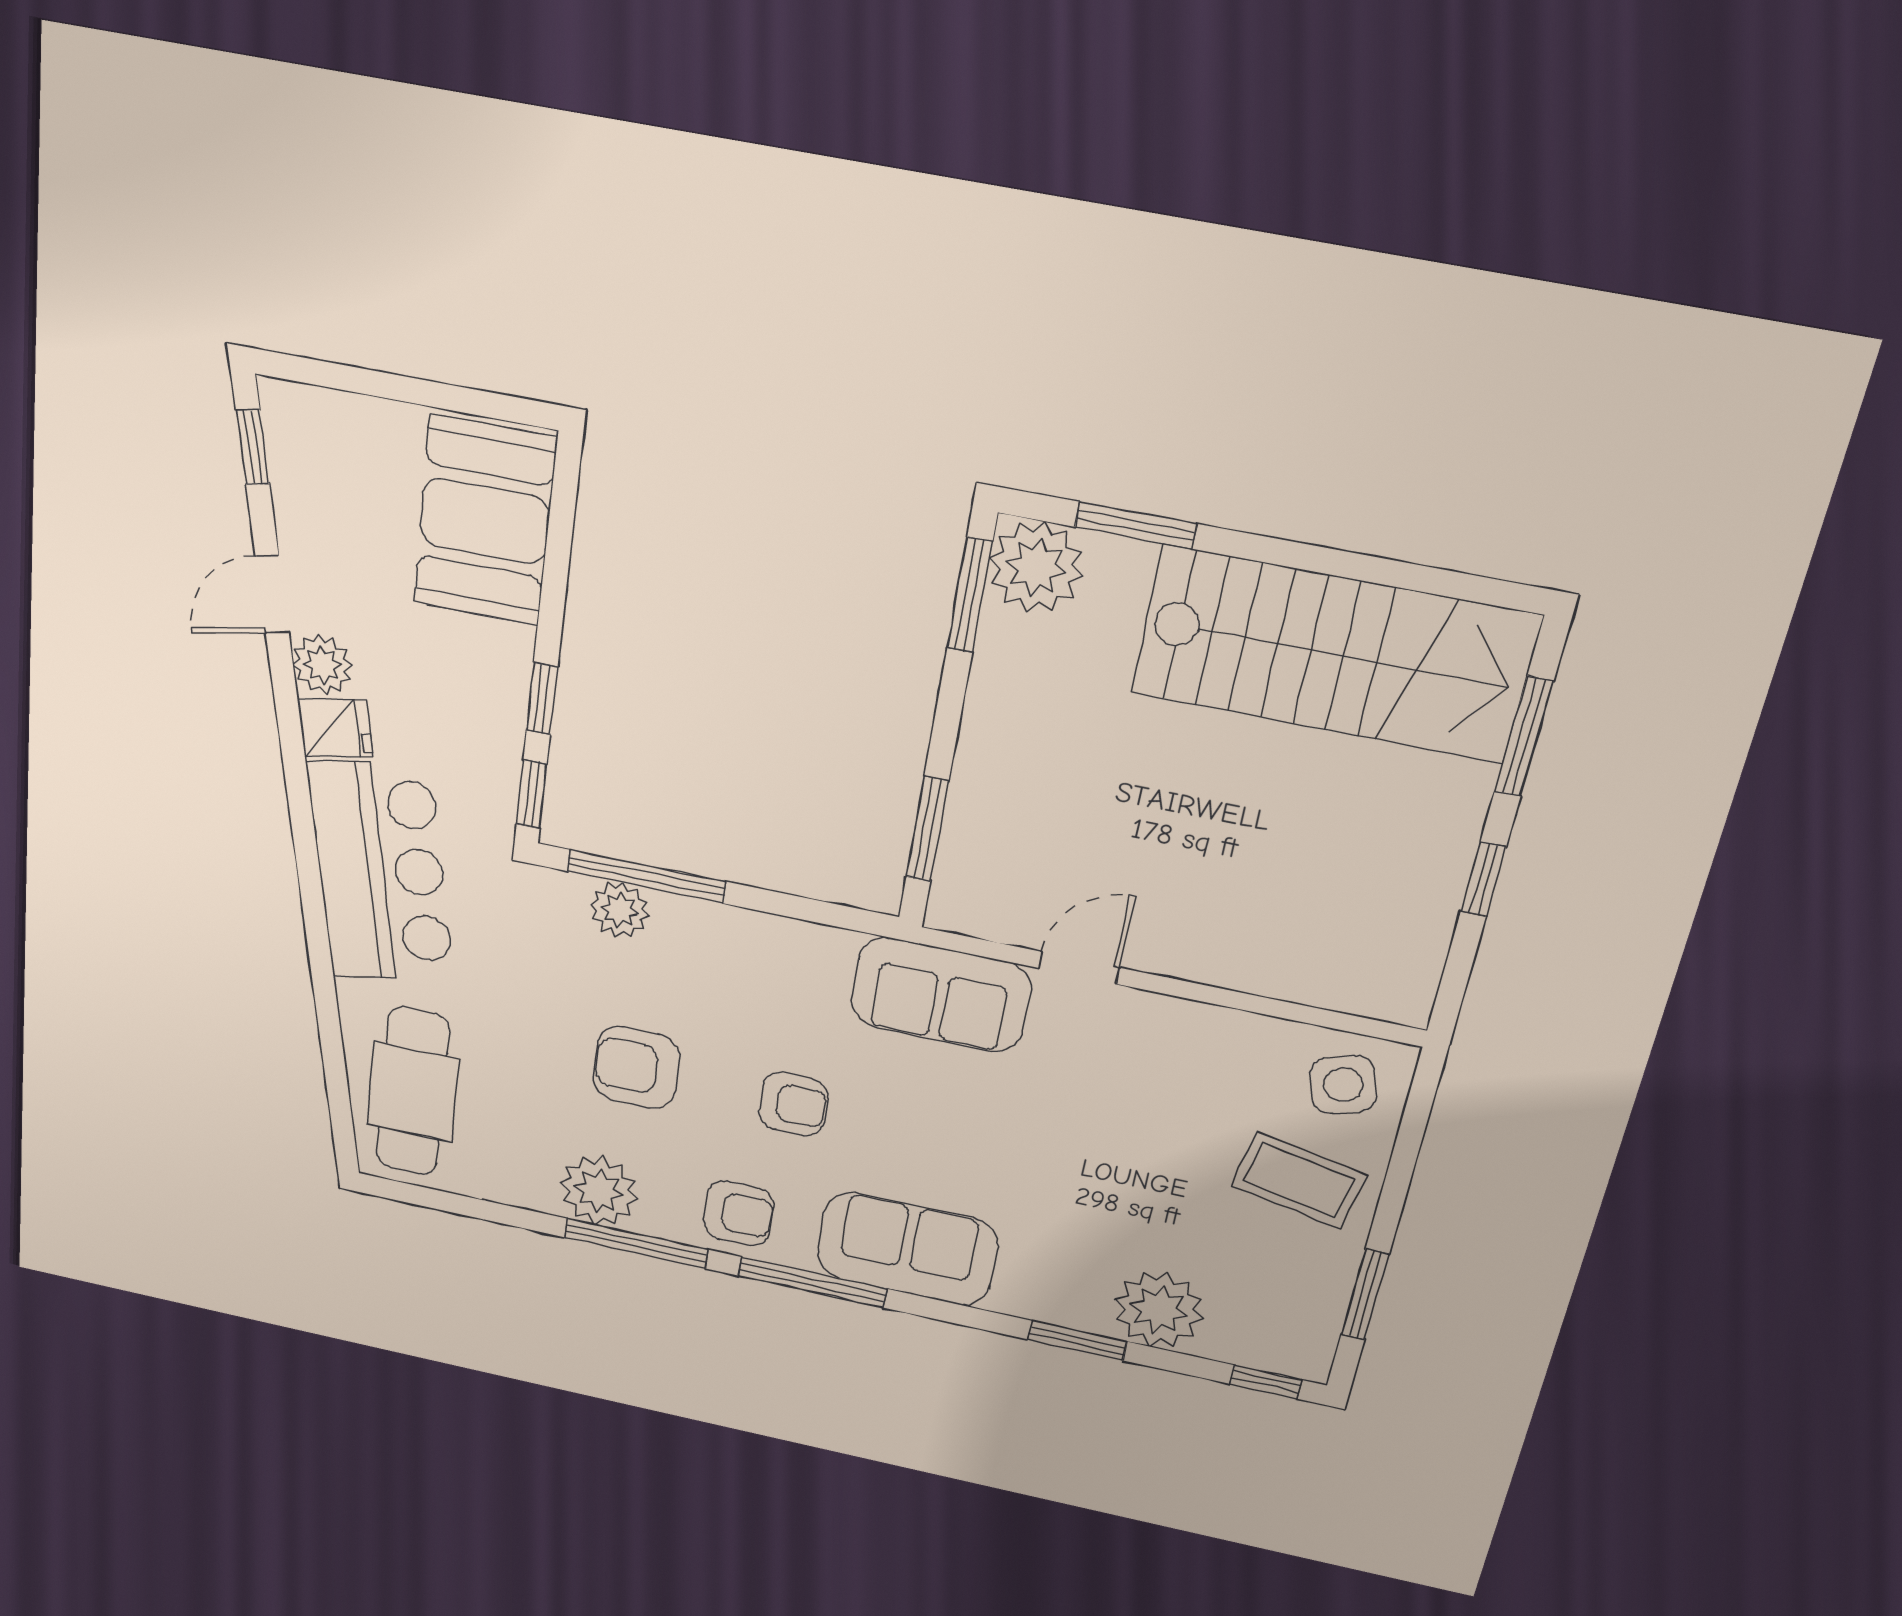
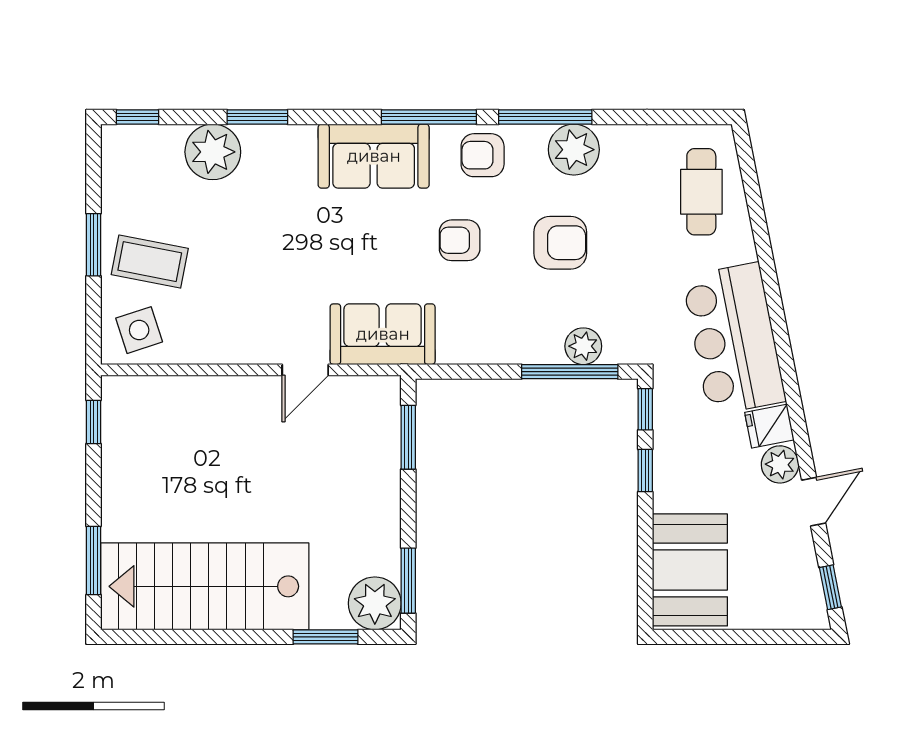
window: (1483, 879) -> (94, 422), moved
cafe table: (412, 1092) -> (701, 192), width x0.73, depth x0.74
window: (1365, 1294) -> (94, 245), moved

